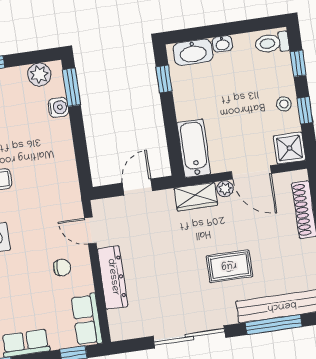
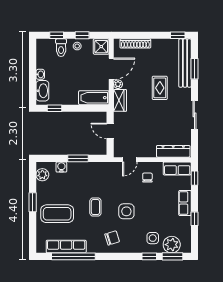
toilet: (272, 43) -> (61, 48), moved
window: (72, 87) -> (78, 158), moved
dresser: (113, 277) -> (173, 151), moved
window: (274, 325) -> (194, 69), width x0.69
sliding door: (189, 337) -> (194, 115), width x0.73

